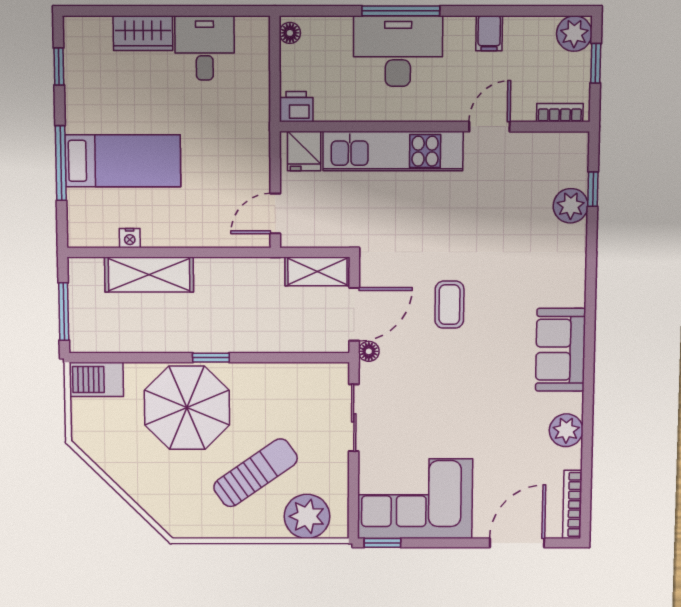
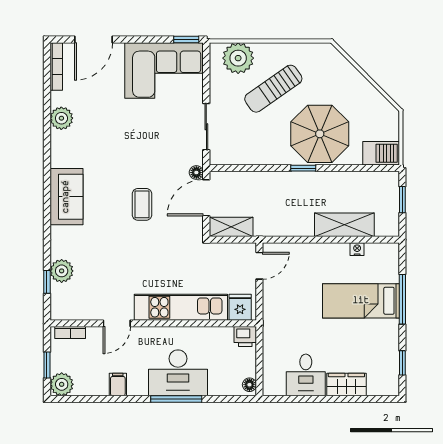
window: (64, 312) -> (402, 200), width x0.67
sofa: (561, 350) -> (66, 197), moved

